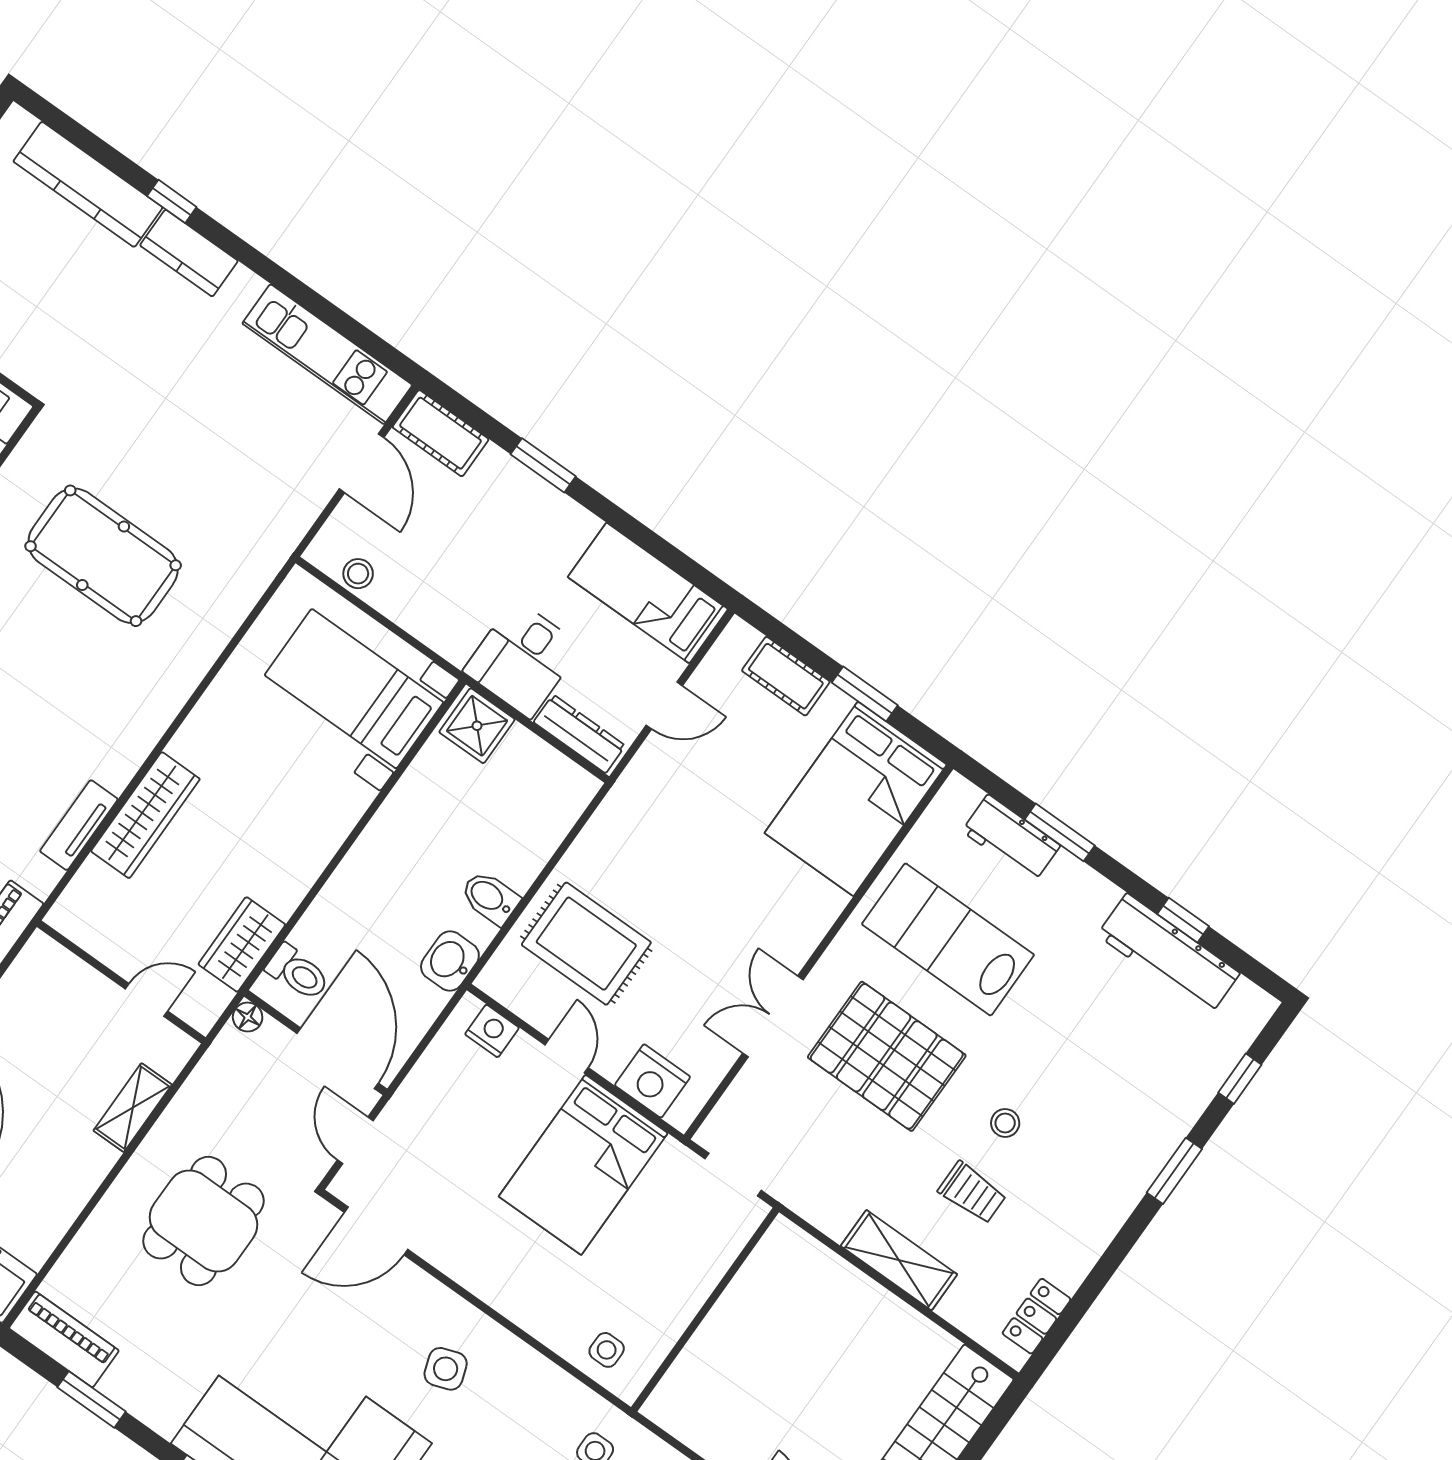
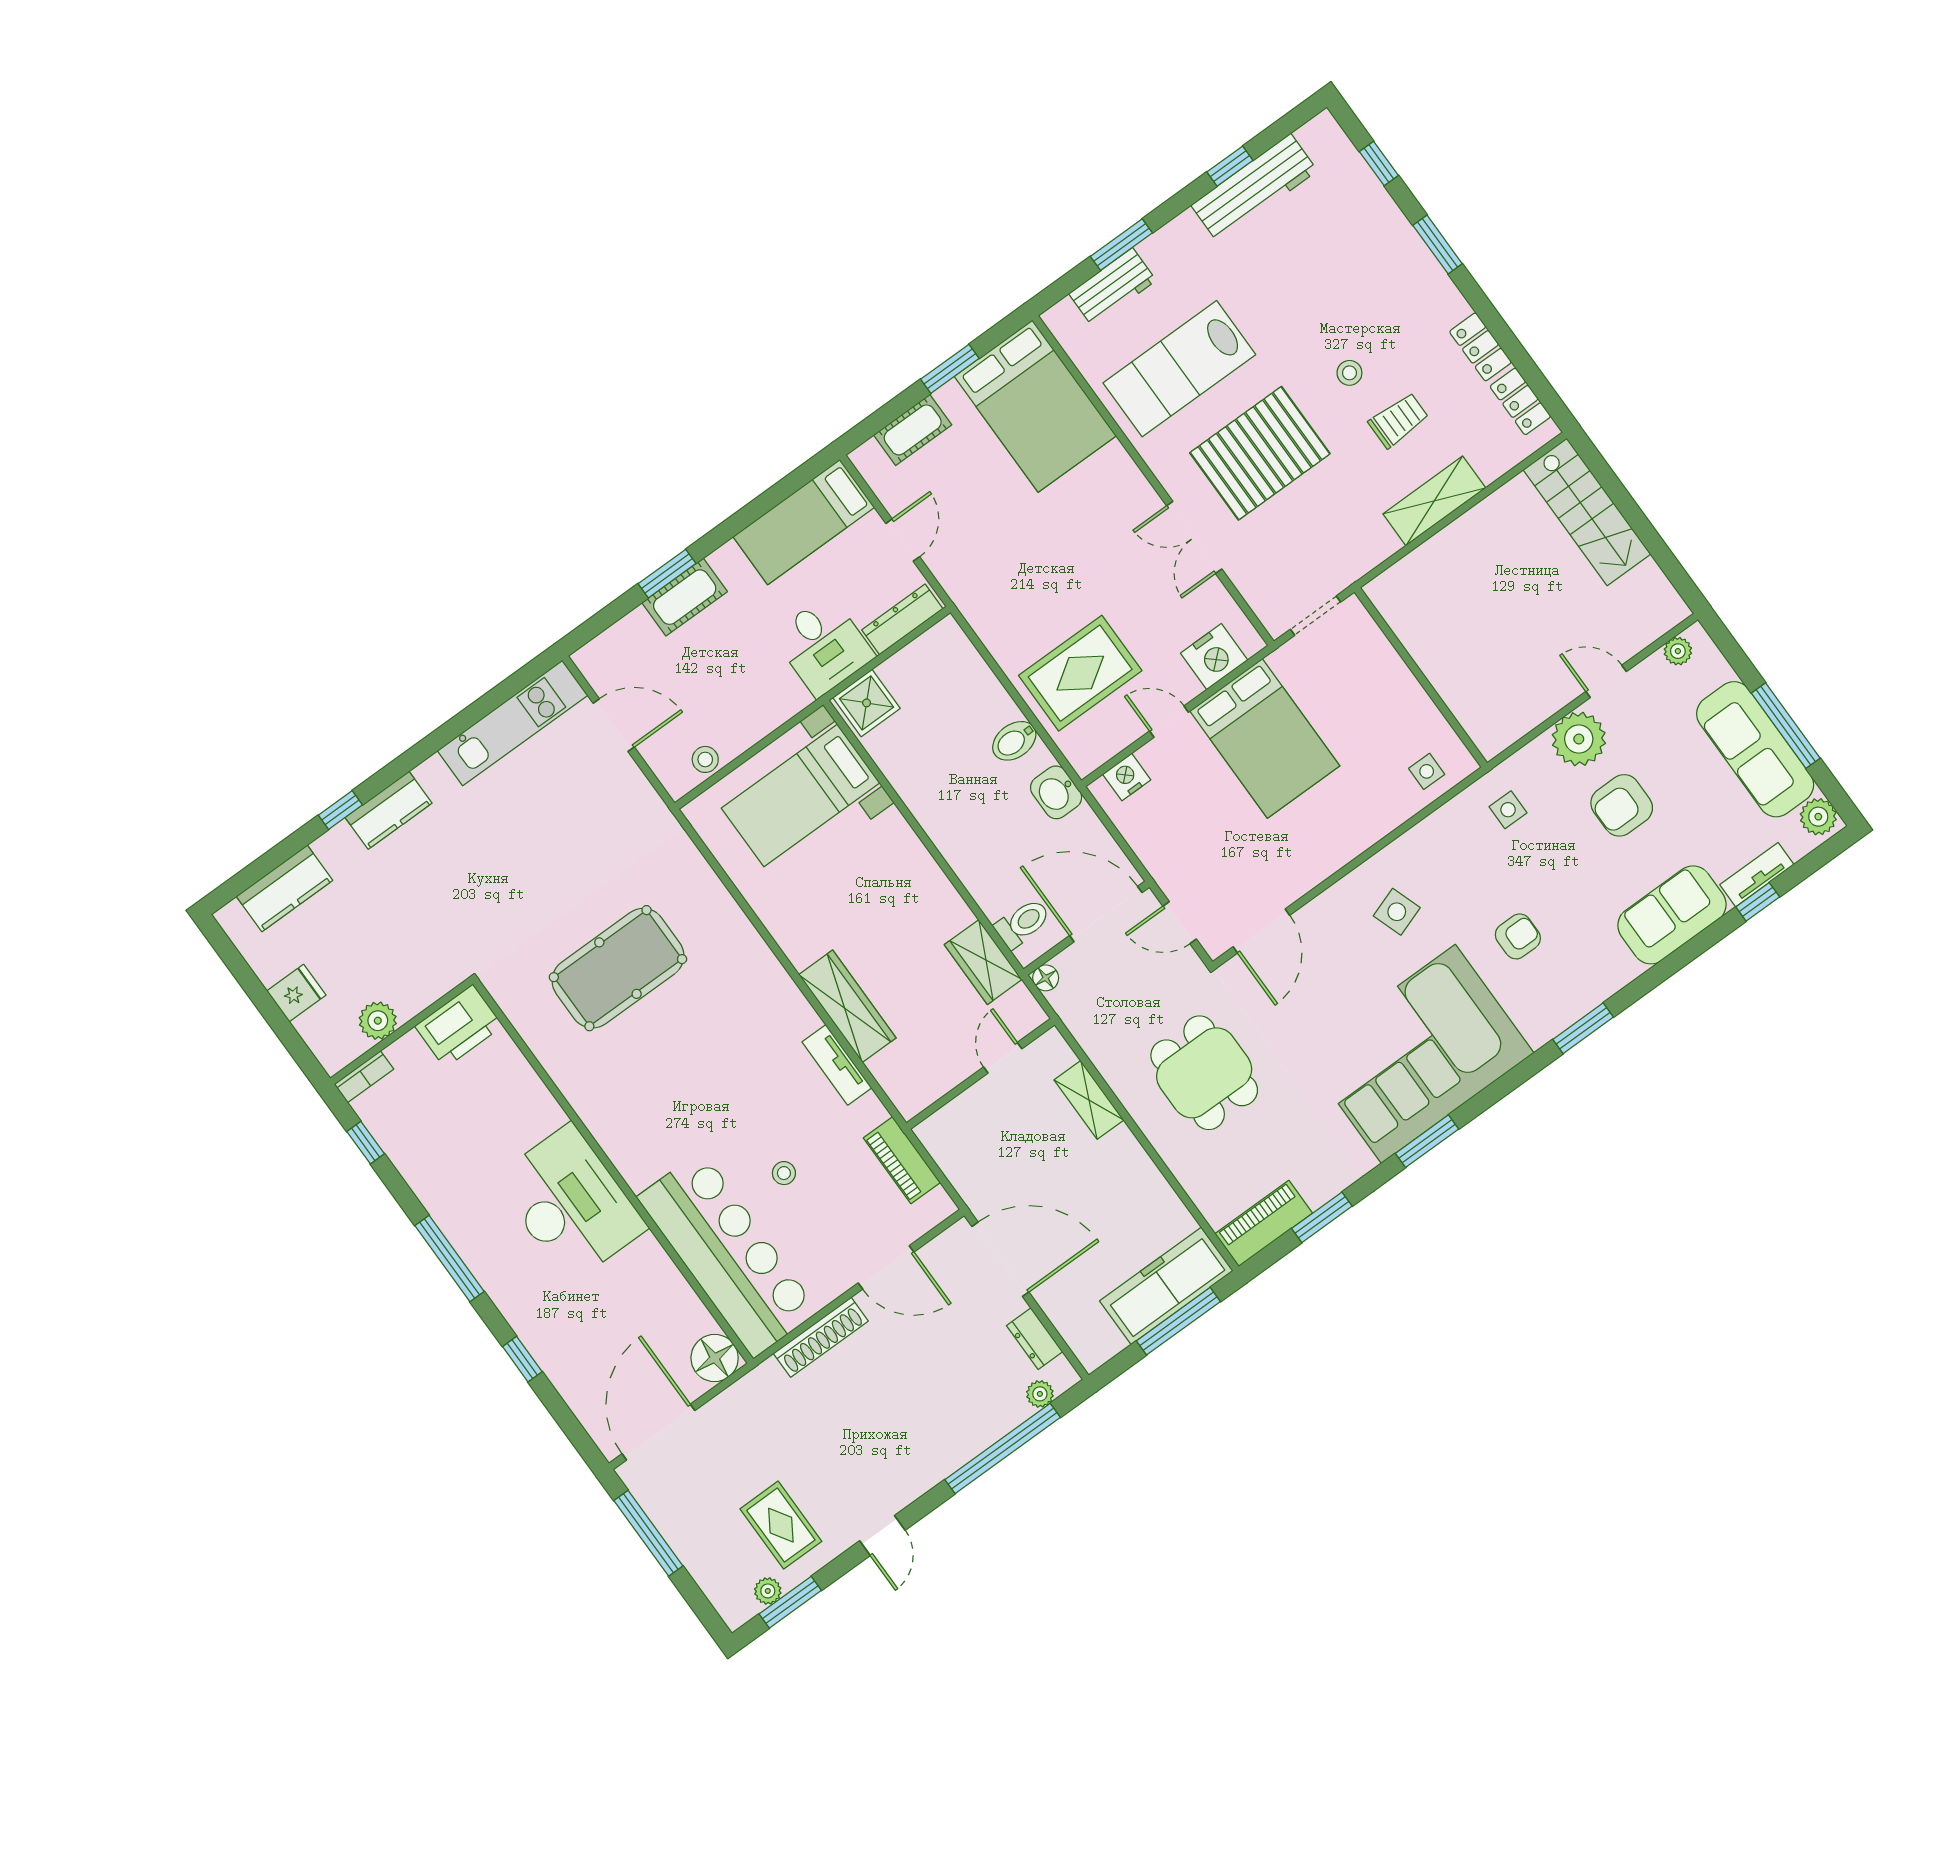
kitchen counter: (88, 184) -> (284, 888), width x0.67
cot: (441, 433) -> (685, 597), moved
locker: (1080, 1254) -> (1480, 347), added

